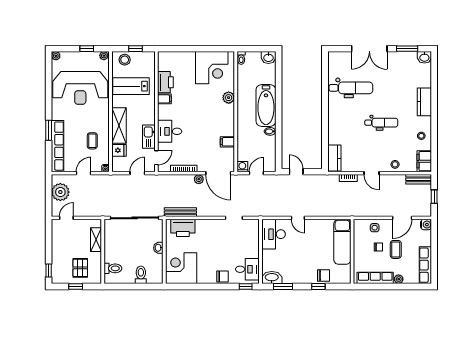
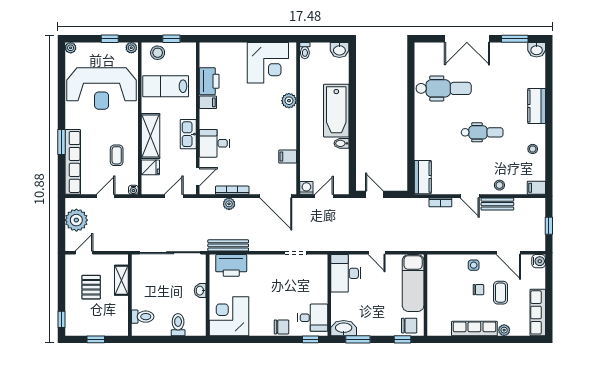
kitchen sink: (149, 137) -> (188, 134), moved
filing cabinet: (424, 161) -> (536, 188), width x0.50
plant: (199, 179) -> (229, 204), moved
bench: (419, 179) -> (497, 204), moved
door: (402, 218) -> (508, 253), hinge flipped
exam couch: (342, 242) -> (413, 283), moved
wall: (352, 251) -> (425, 295), moved
pallet: (80, 268) -> (91, 287), moved

